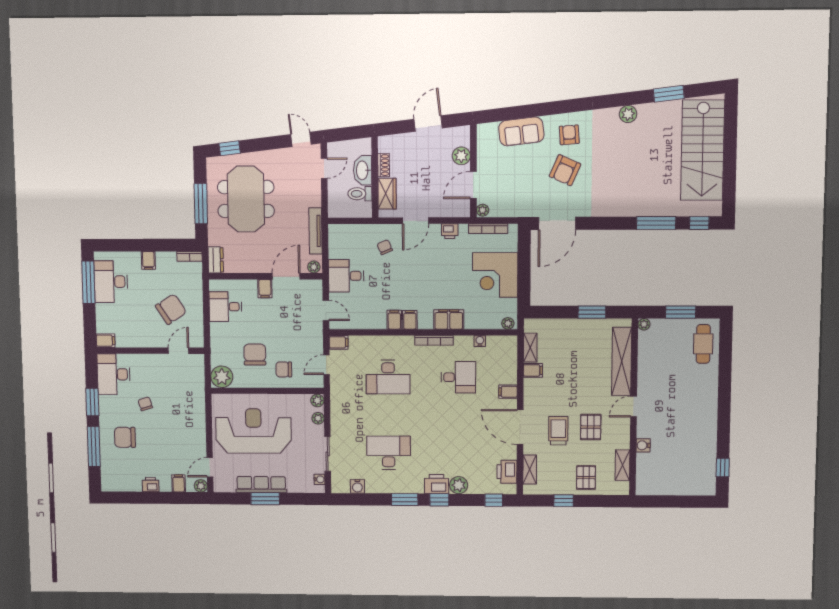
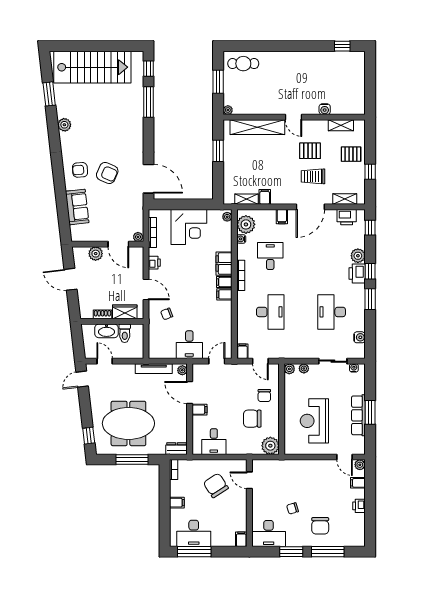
filing cabinet: (394, 320) -> (224, 282), moved
plant: (498, 347) -> (246, 224), added
reception desk: (253, 431) -> (314, 421), width x0.74, depth x0.77

